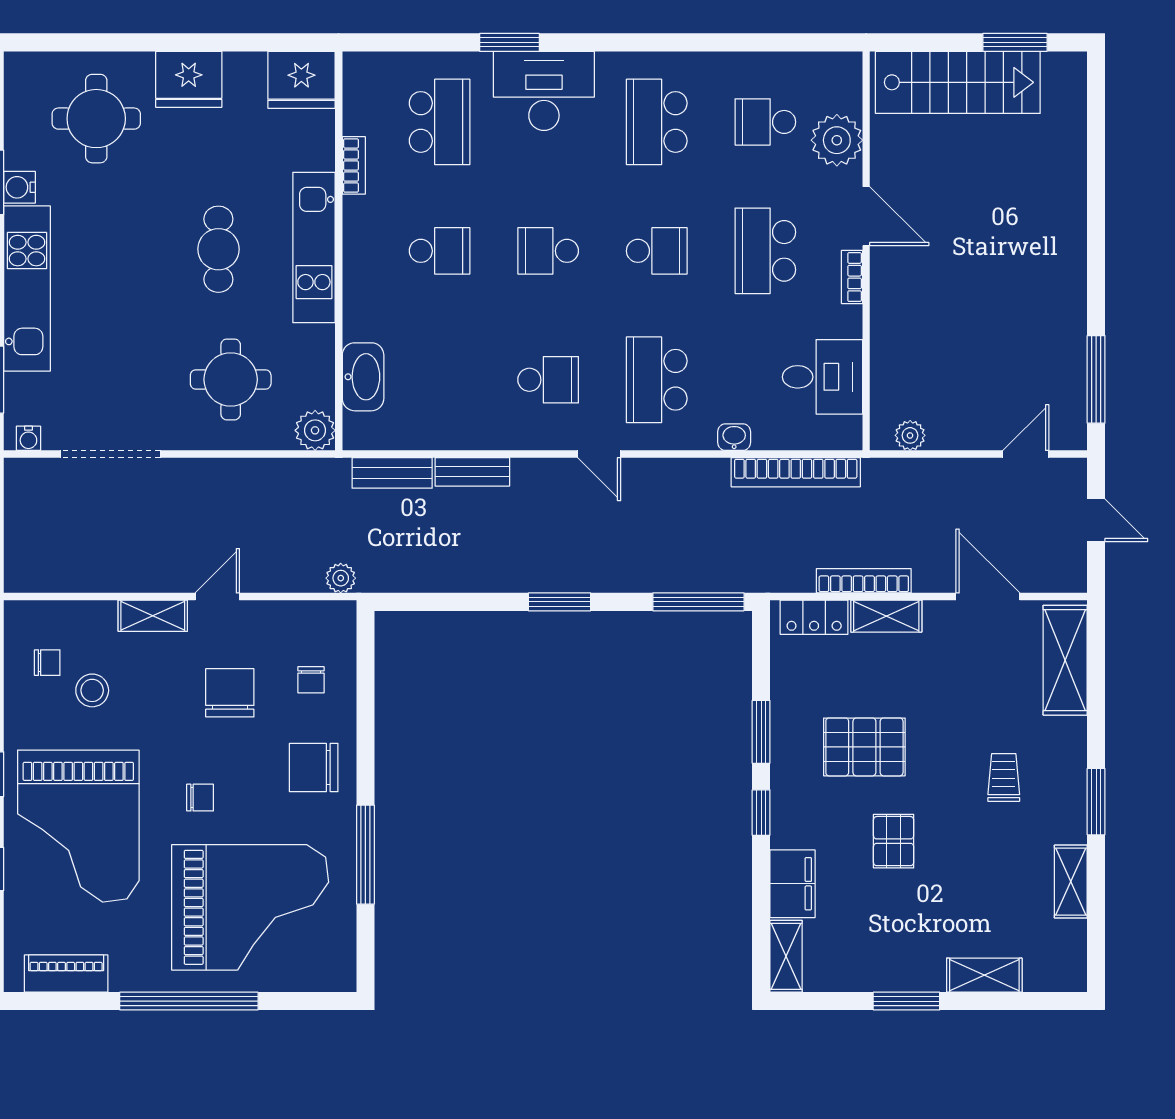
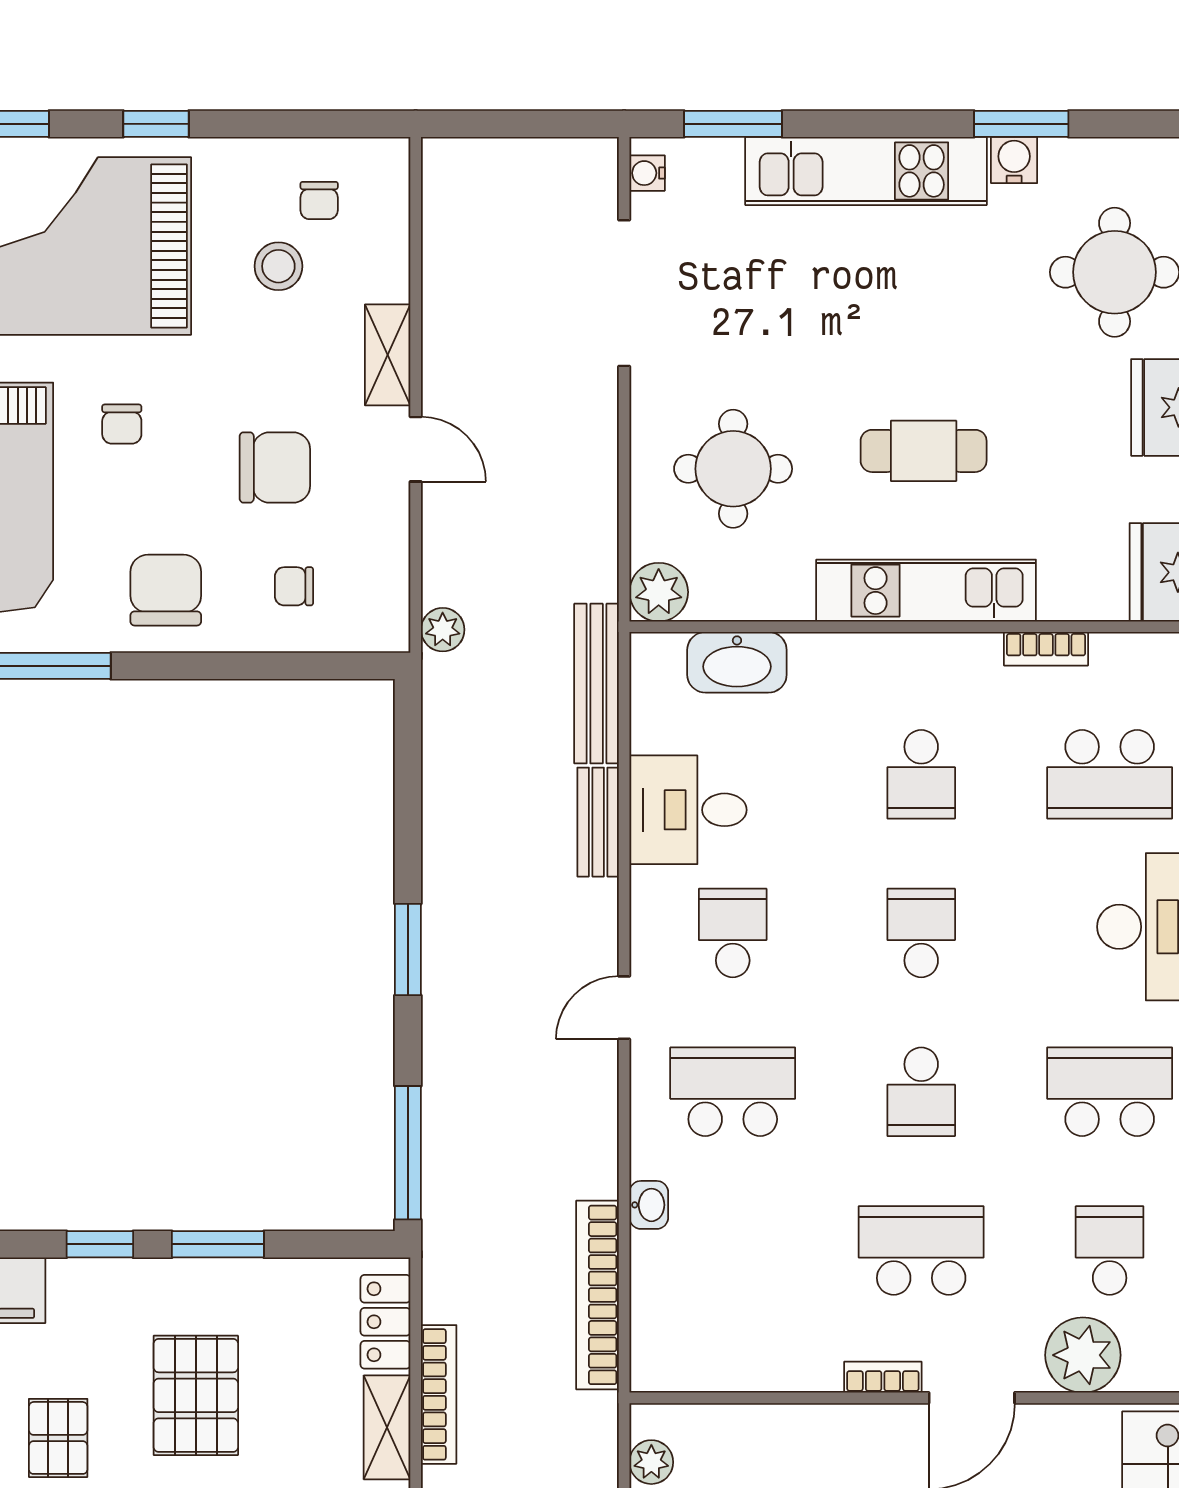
desk: (822, 377) -> (688, 810), moved, turned 90
school desk: (548, 380) -> (733, 933), turned 180
bench: (392, 473) -> (597, 684), width x1.36
pallet: (894, 841) -> (58, 1438), turned 90

